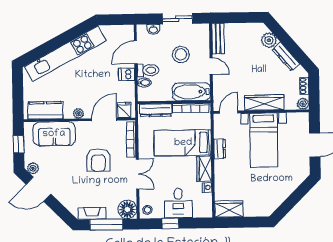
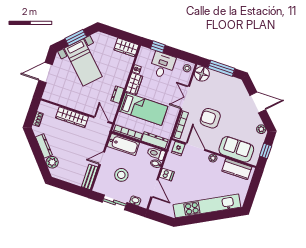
door: (136, 52) -> (154, 188), hinge flipped
door: (211, 66) -> (102, 158), hinge flipped
toilet: (148, 70) -> (156, 154), moved
plant: (303, 104) -> (44, 106), removed
door: (229, 112) -> (101, 120), swing flipped
door: (104, 119) -> (195, 147), swing flipped
bed with nightstands: (264, 140) -> (83, 62), moved, turned 135
armchair: (98, 160) -> (210, 118), turned -90
door: (39, 189) -> (258, 102), moved
window: (293, 199) -> (76, 38), added
fireplace: (92, 213) -> (229, 80), removed
window: (170, 223) -> (158, 47), moved

